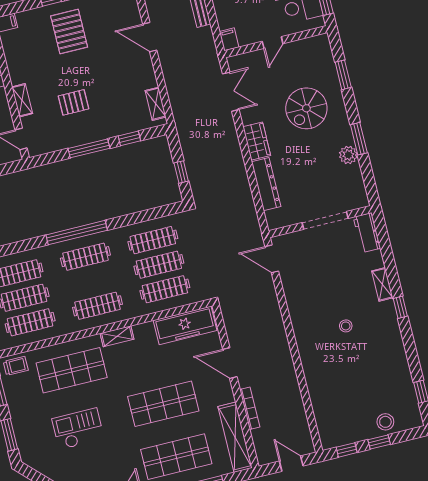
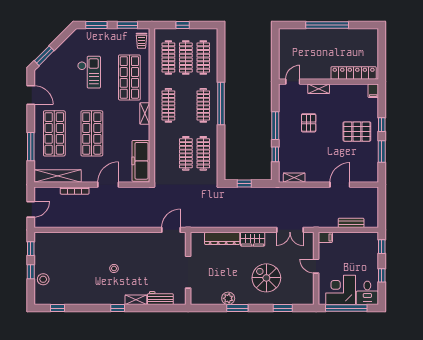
workbench: (367, 233) -> (160, 298), moved
clothes rail: (165, 289) -> (168, 153), removed

